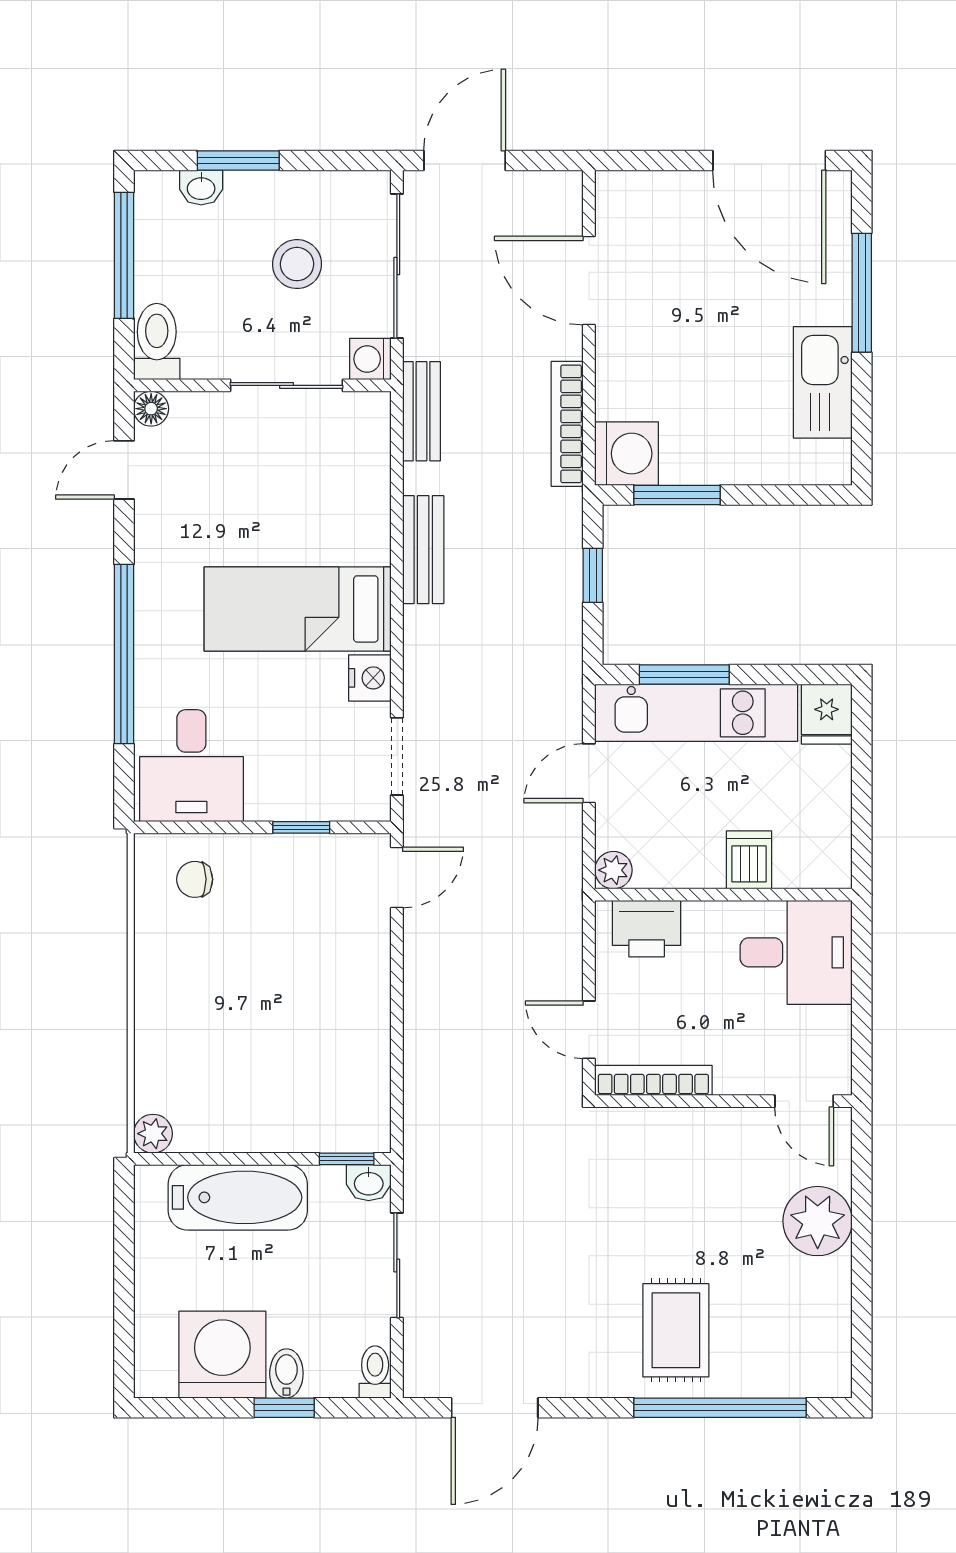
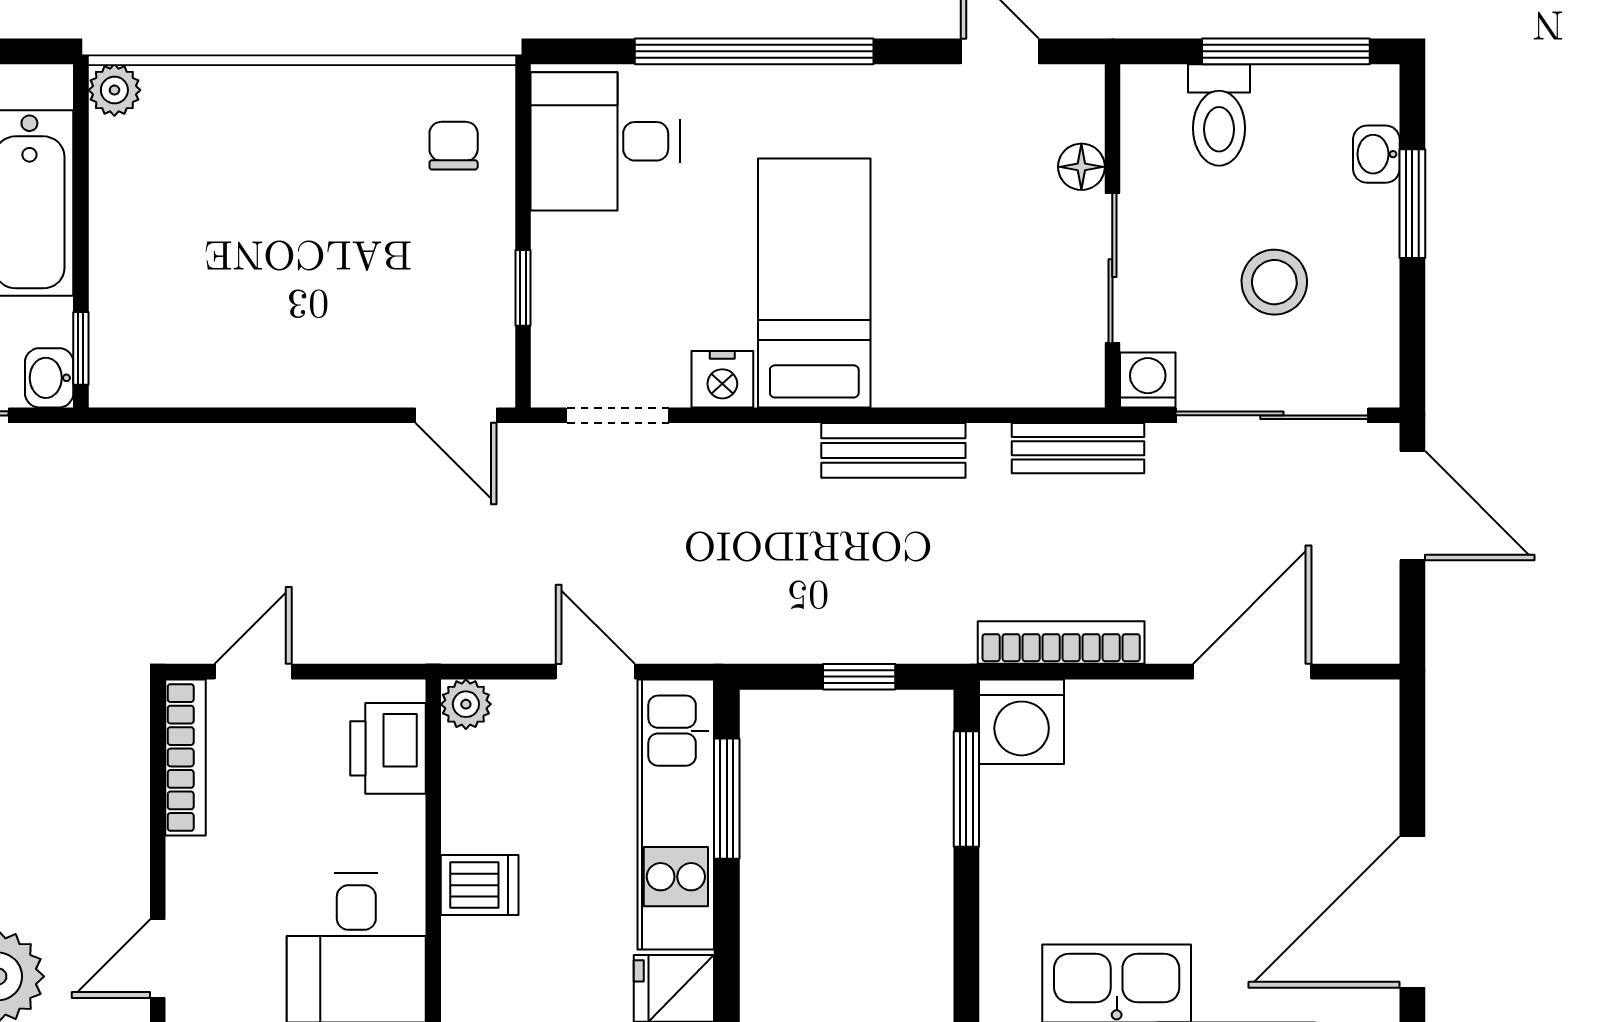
toilet: (157, 342) -> (1219, 115), moved, turned 90
floor lamp: (151, 409) -> (1081, 167), moved

